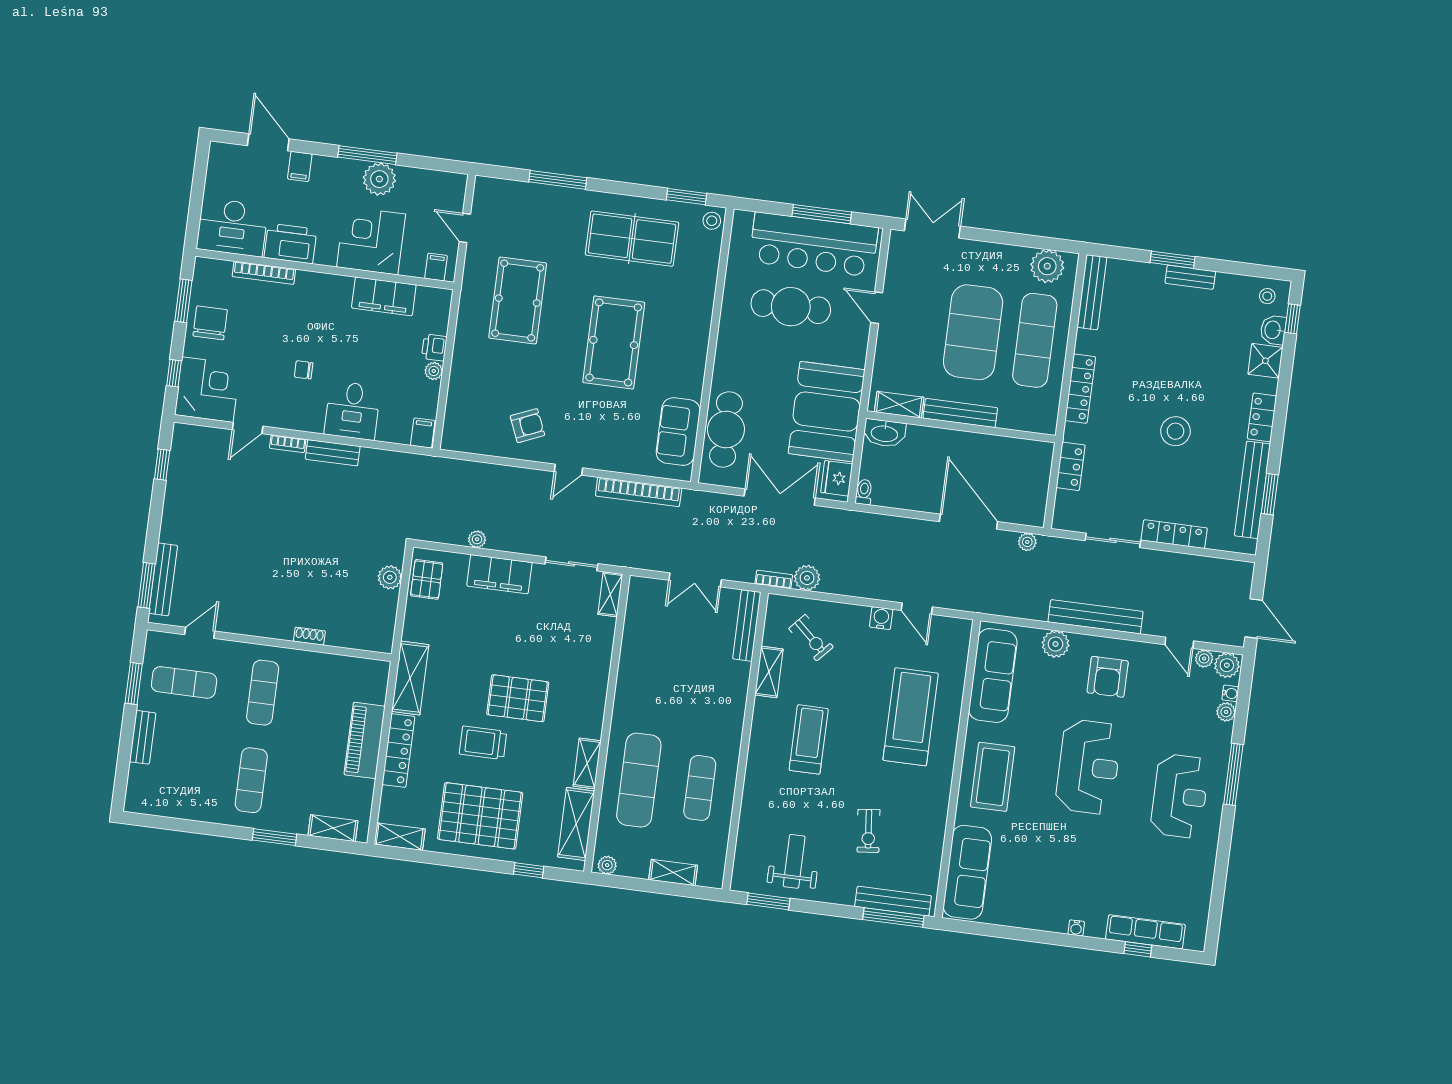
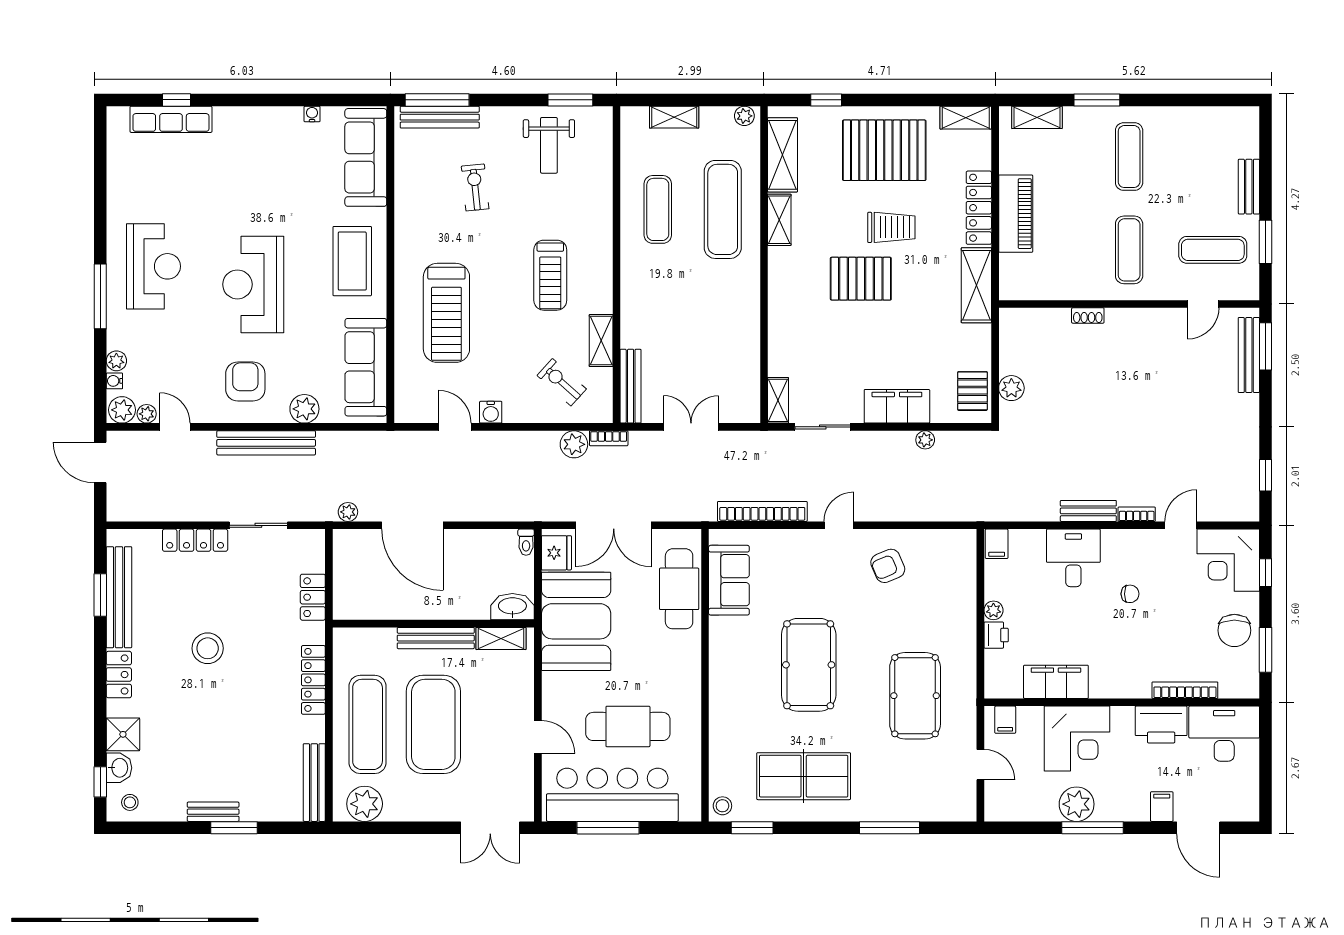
reception desk: (1180, 796) -> (153, 266), turned 180
water cooler: (1076, 928) -> (312, 114), moved

